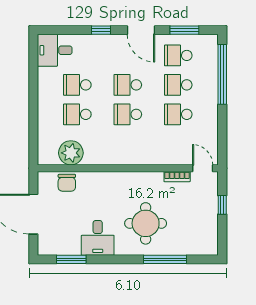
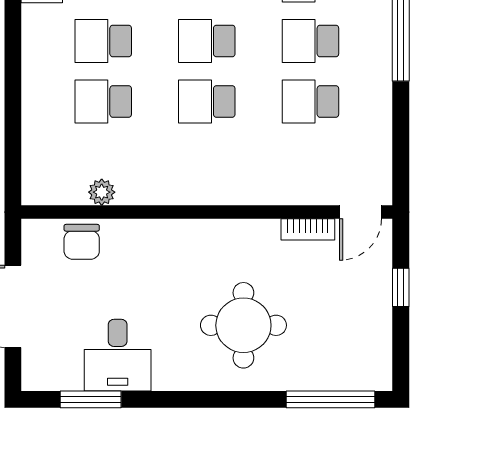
plant: (71, 153) -> (102, 192), width x0.53, depth x0.53
door: (203, 168) -> (360, 212), swing flipped
desk: (98, 238) -> (118, 355), moved
window: (165, 259) -> (331, 399), moved

